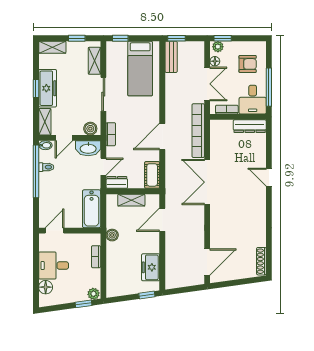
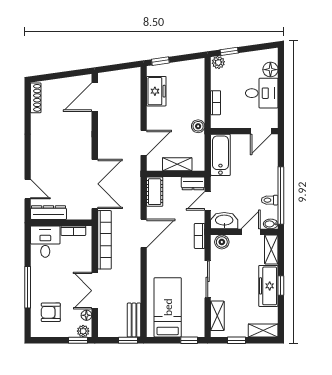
desk: (253, 100) -> (45, 242), moved
bookcase: (227, 110) -> (73, 231), moved
wall: (238, 117) -> (61, 223), moved
dresser: (250, 126) -> (48, 213), moved

